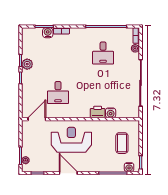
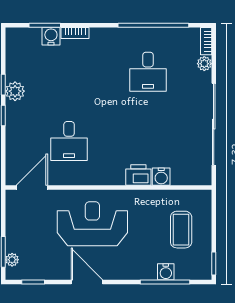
water cooler: (129, 167) -> (166, 272), moved

